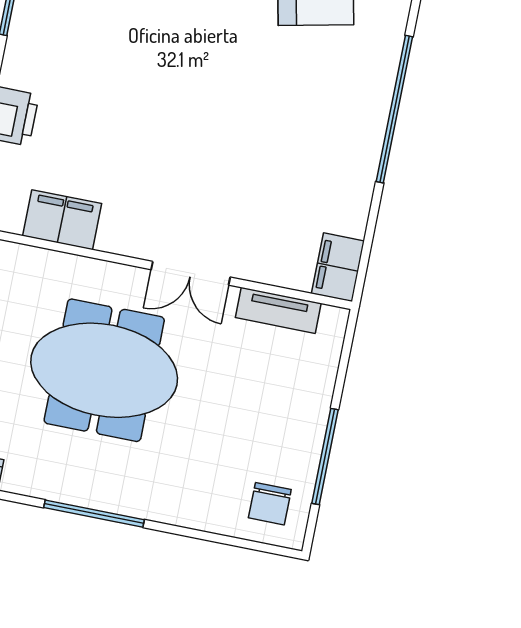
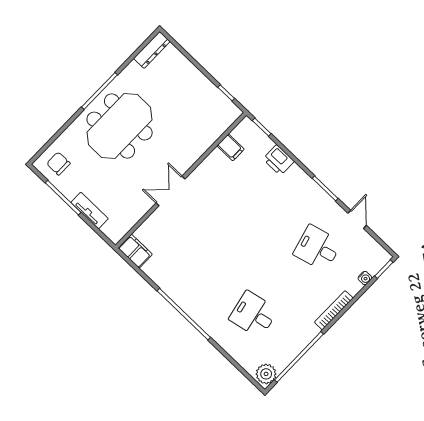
filing cabinet: (62, 220) -> (231, 147), width x0.50
tv unit: (278, 310) -> (90, 210), moved, turned 90
meeting table: (104, 370) -> (120, 126), moved

